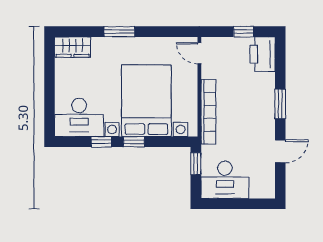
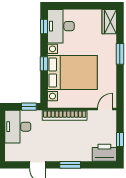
window: (101, 142) -> (44, 26), moved

